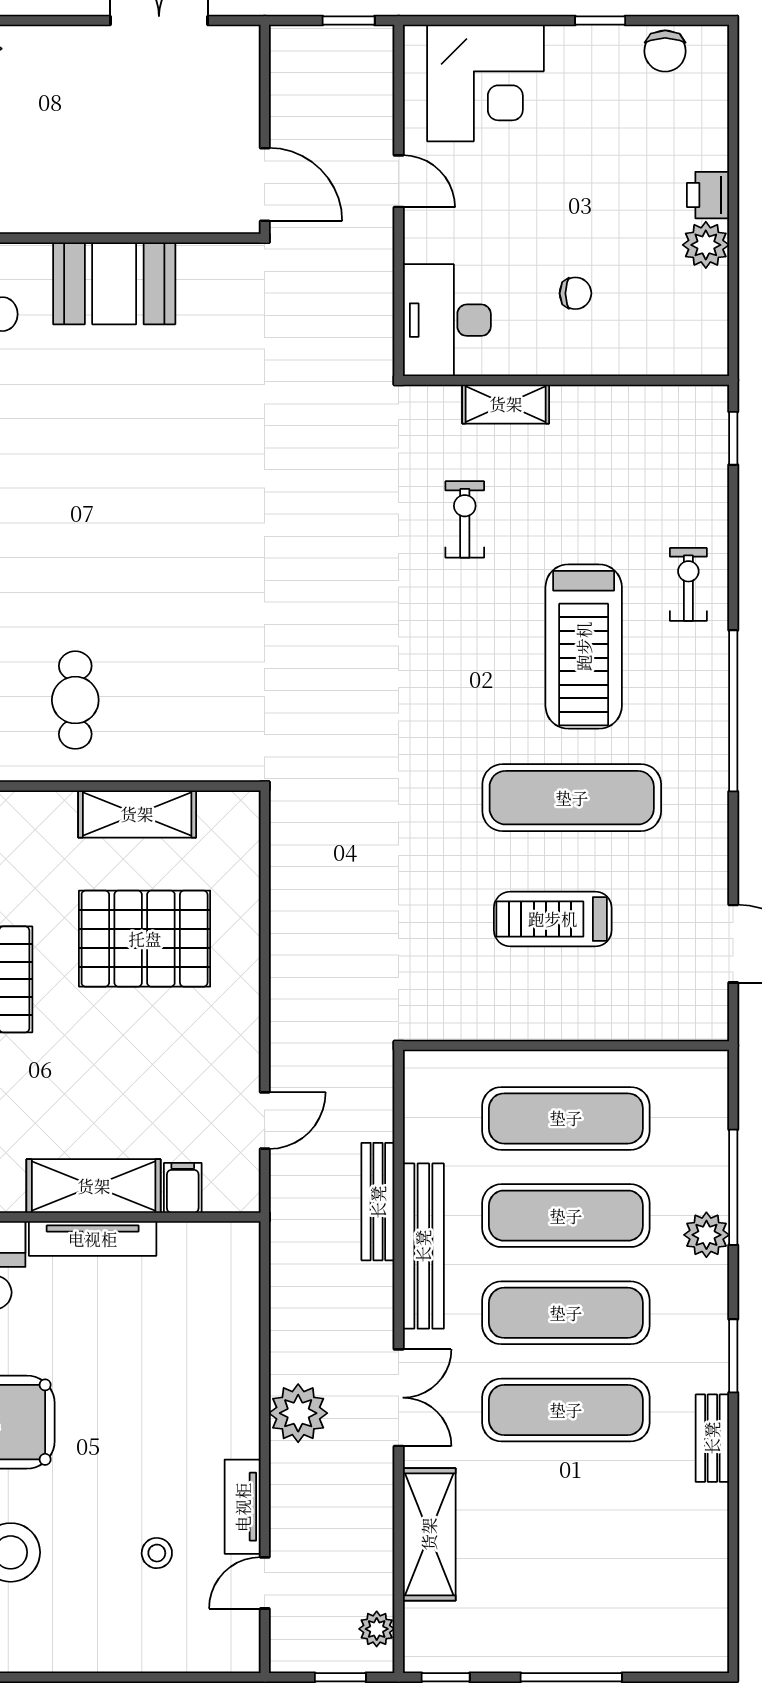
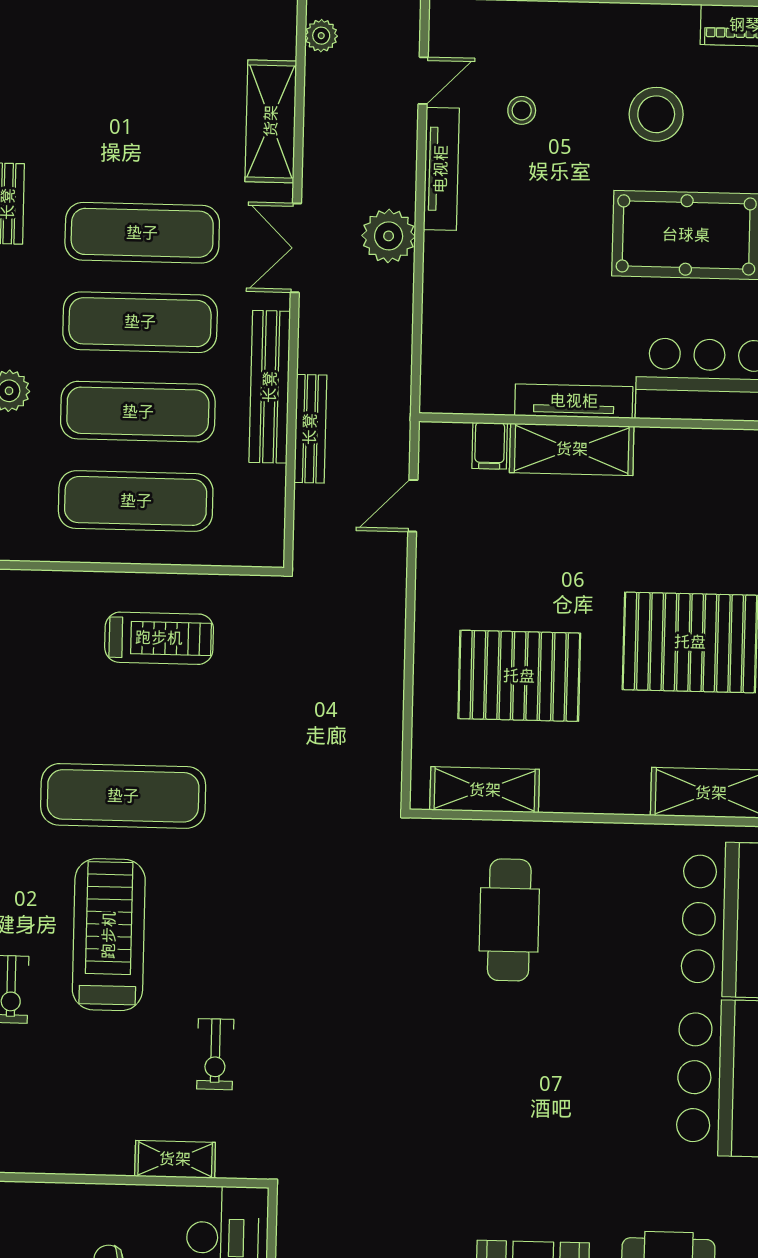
cafe table: (75, 700) -> (509, 920), moved, width x1.37, depth x1.35
shelving: (137, 814) -> (485, 790), moved
treadmill: (553, 919) -> (159, 638), moved
tv unit: (243, 1507) -> (441, 169), width x1.41

